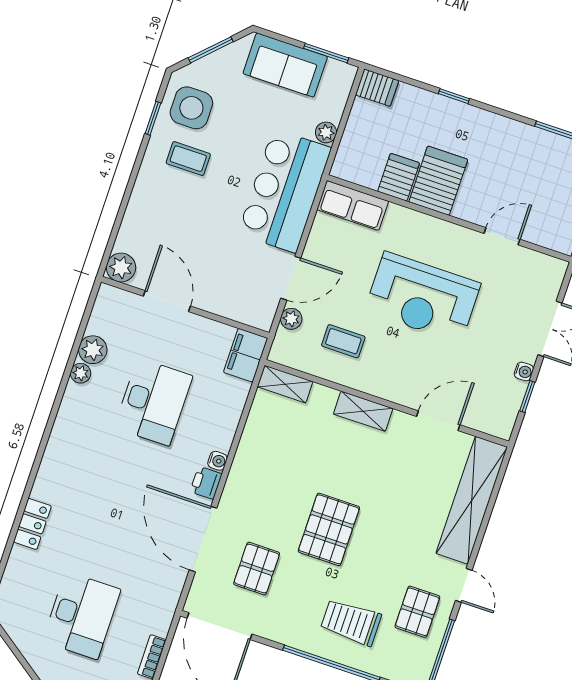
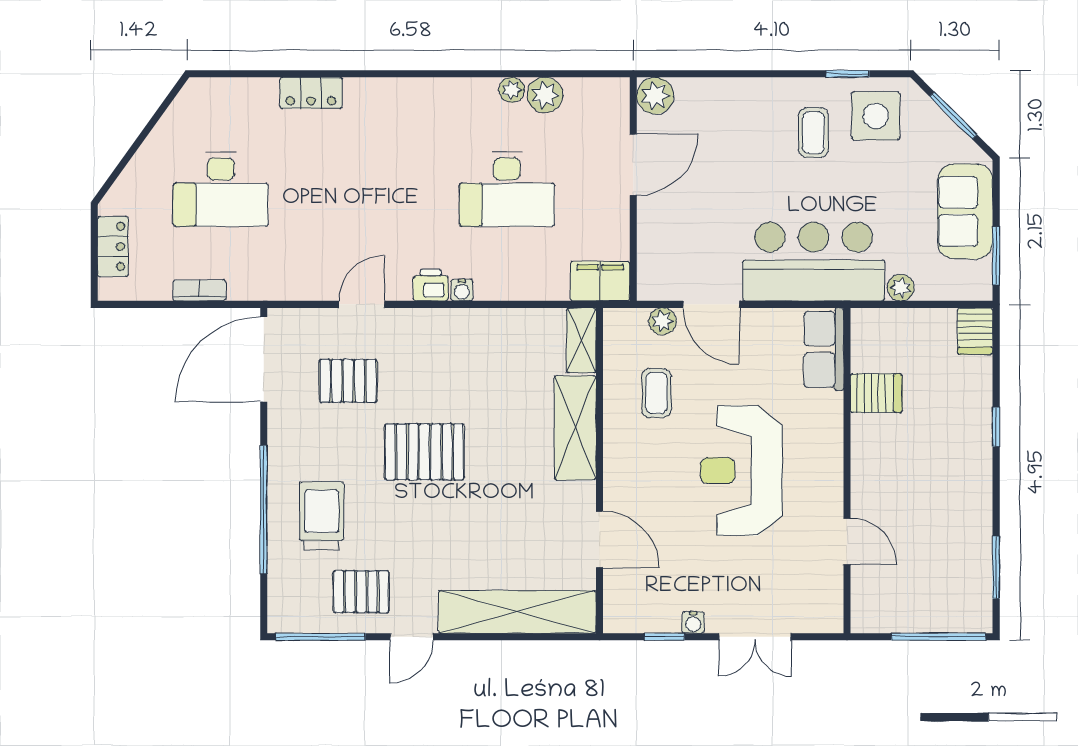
server rack: (438, 181) -> (888, 442), removed
shelving: (363, 411) -> (575, 428), width x1.50, depth x1.33
door: (203, 539) -> (362, 304), width x0.53

